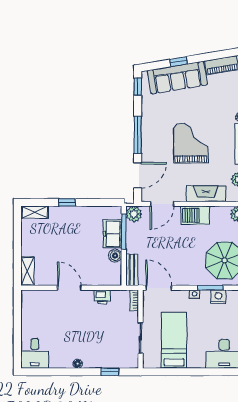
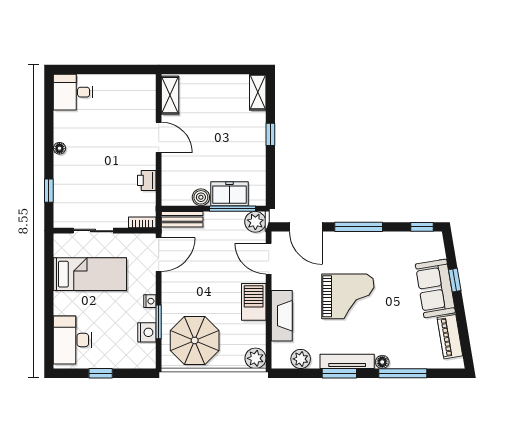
sofa: (177, 78) -> (435, 288), width x0.73
shelving: (27, 271) -> (170, 95), moved, turned 90
door: (69, 288) -> (159, 137), hinge flipped

